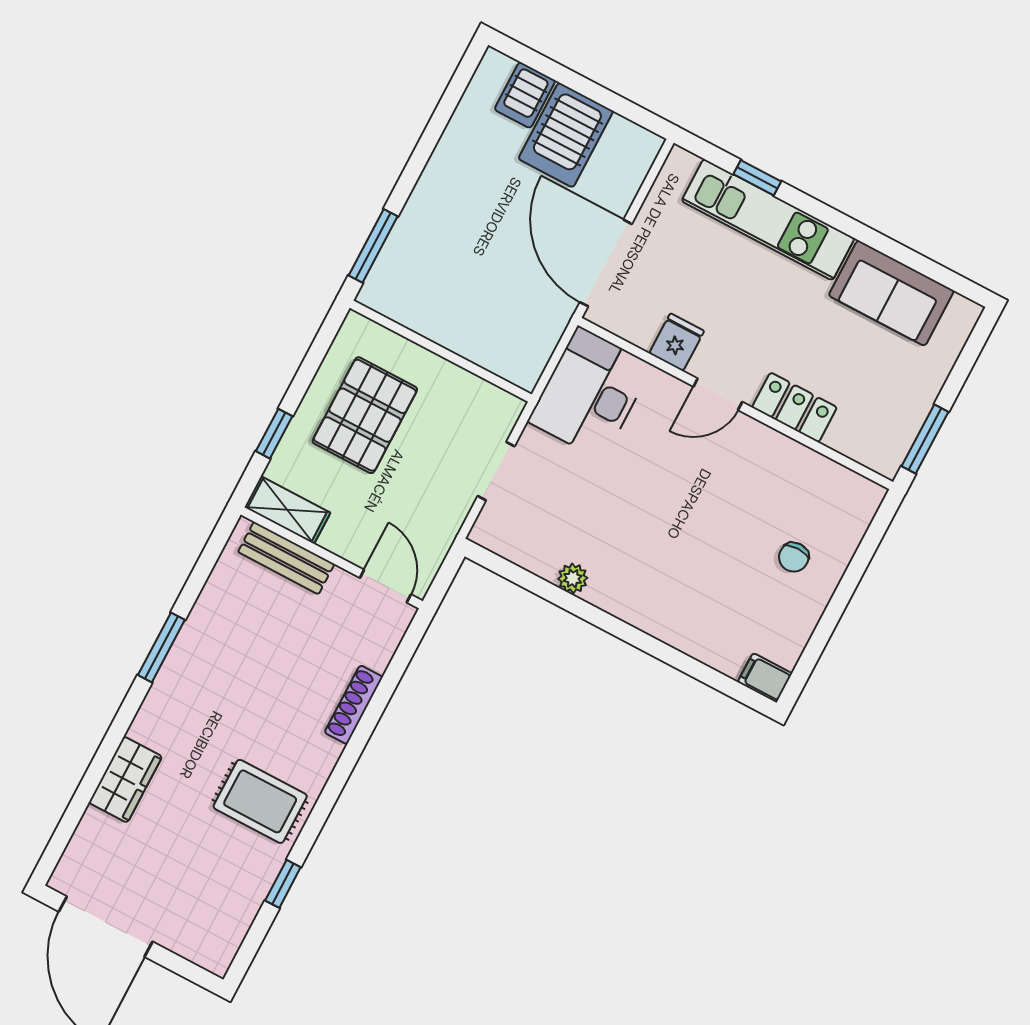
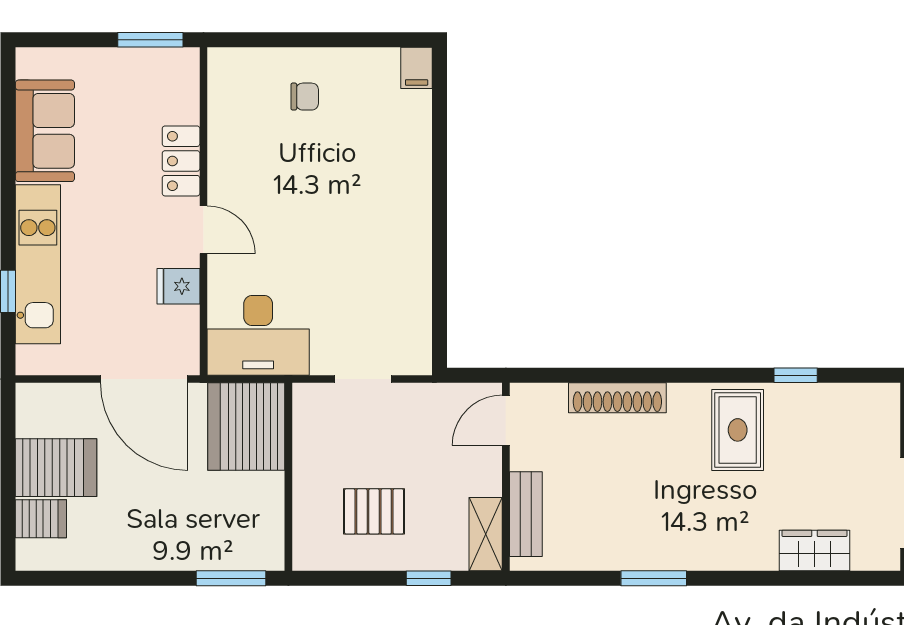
door: (606, 263) -> (144, 379), hinge flipped
server rack: (509, 336) -> (246, 427), added
pallet: (365, 415) -> (374, 511), width x0.67, depth x0.71
plant: (573, 578) -> (418, 269), removed
shoe rack: (354, 705) -> (617, 398), width x1.36, depth x1.24
wardrobe: (125, 780) -> (814, 550), moved

